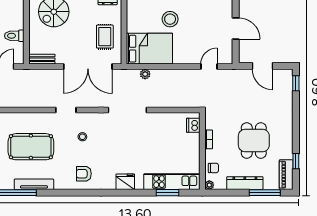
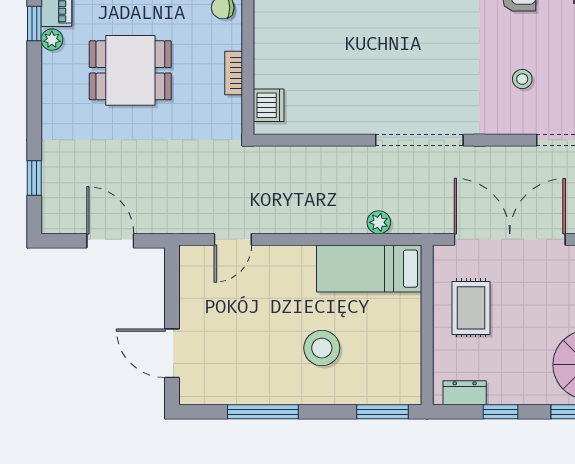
door: (236, 28) -> (172, 353), moved
bed: (149, 49) -> (369, 269), width x0.67
window: (296, 83) -> (34, 178), moved
dining table: (254, 141) -> (130, 70), turned 90
plant: (288, 154) -> (52, 40), added

